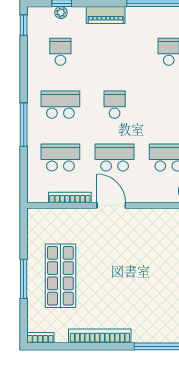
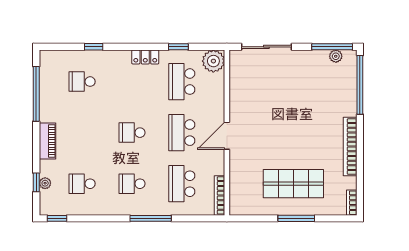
school desk: (60, 105) -> (132, 184), width x0.54
bookcase: (70, 198) -> (220, 195), moved

